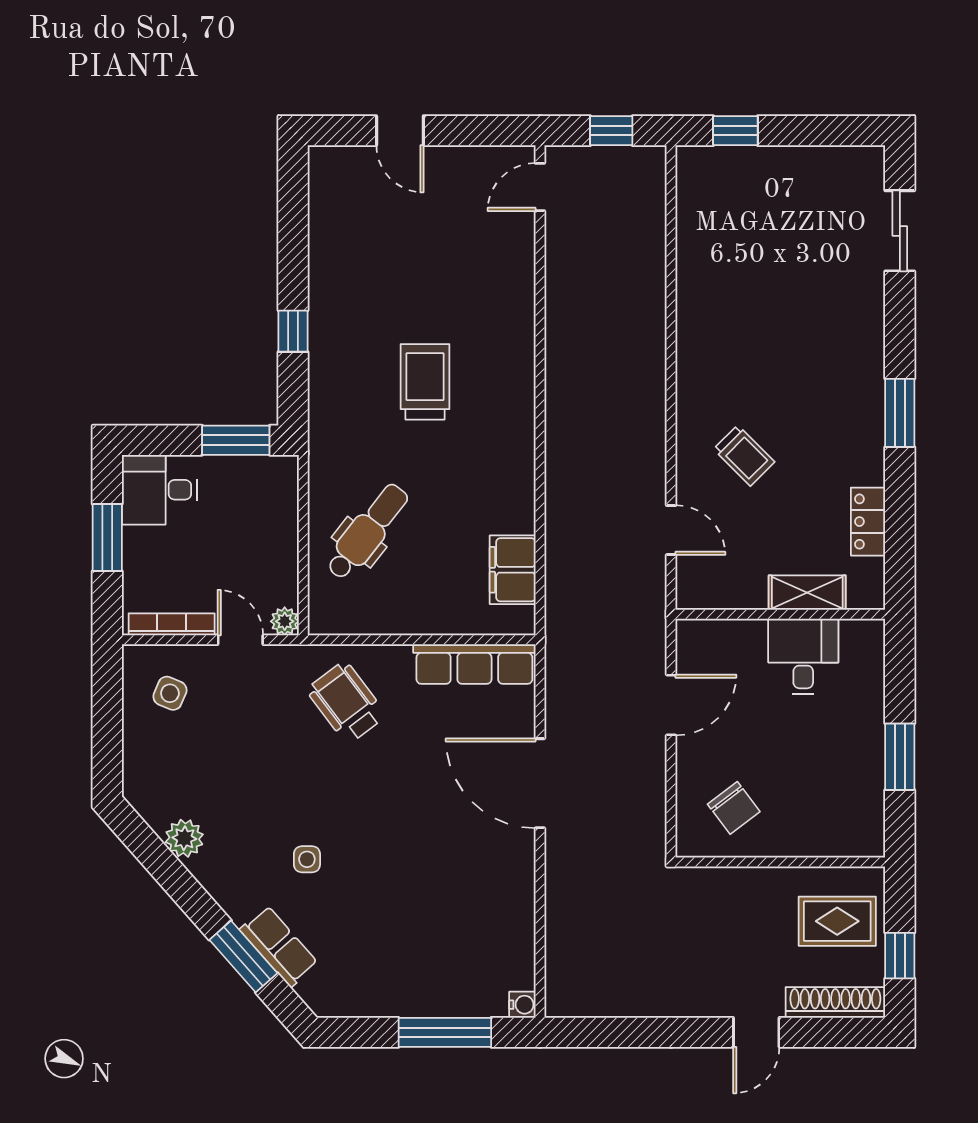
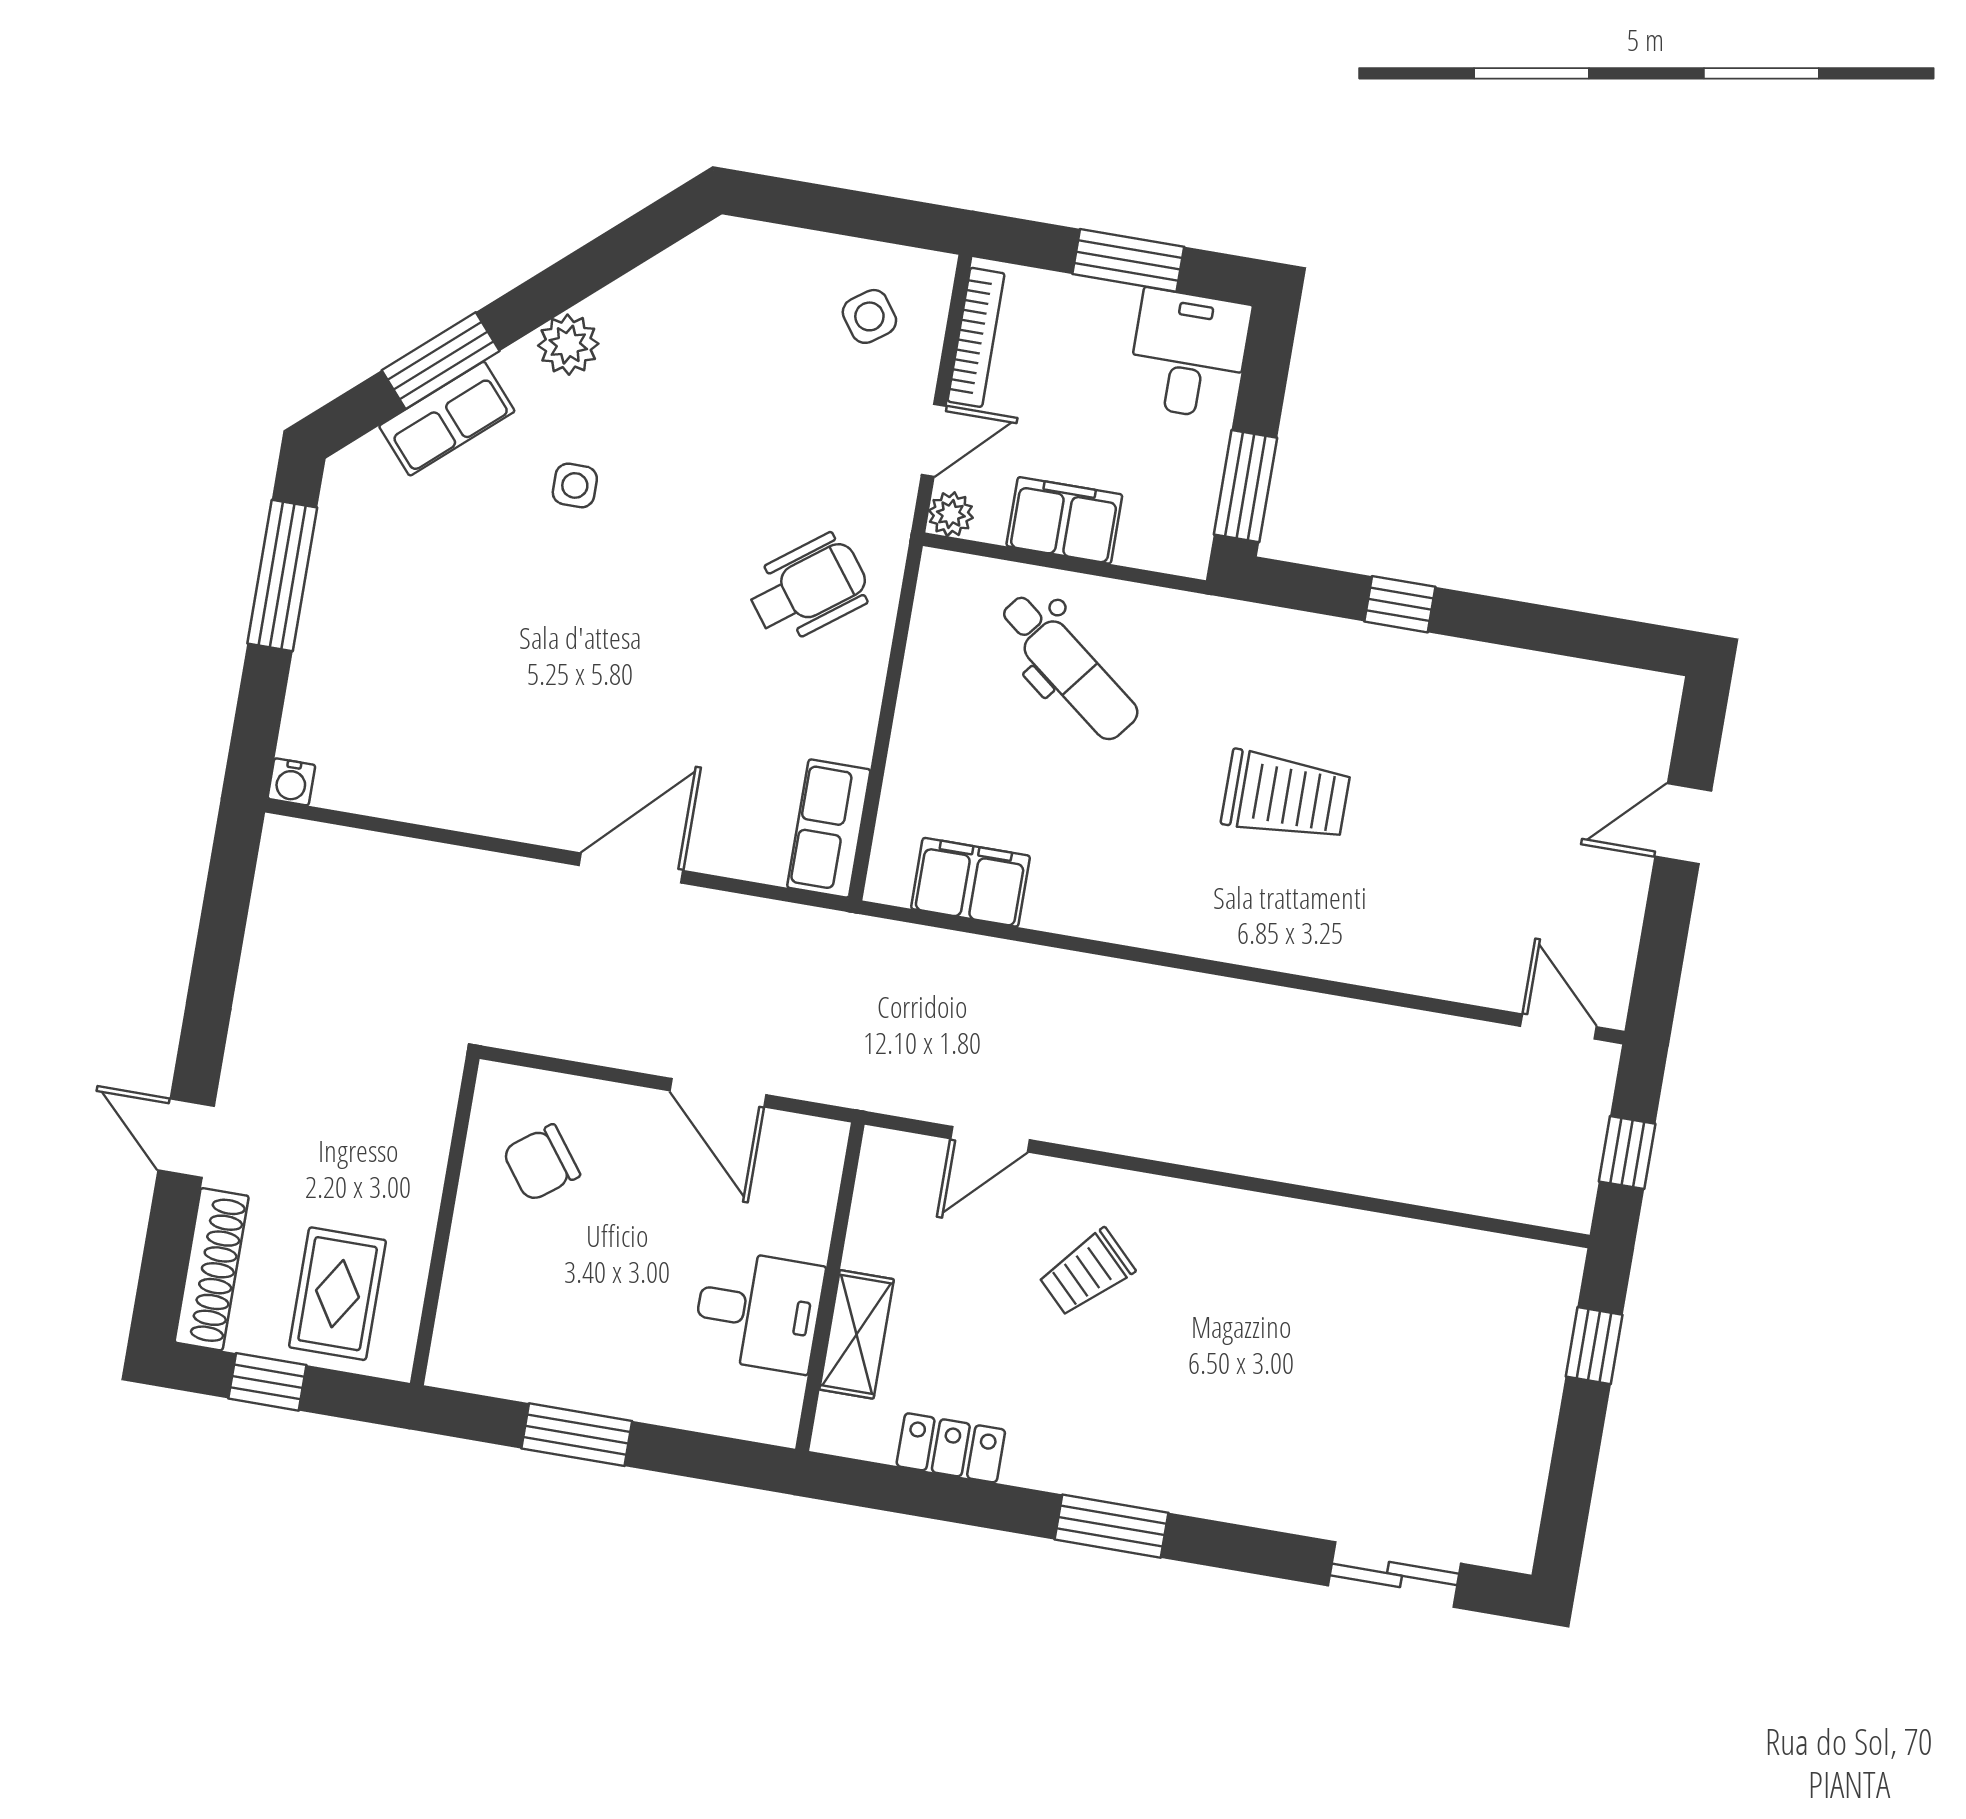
filing cabinet: (276, 550) -> (1064, 520), added
row of seats: (474, 664) -> (829, 829), width x0.68
side table: (170, 693) -> (869, 316), turned 31
door: (540, 783) -> (631, 868), width x0.73
plant: (184, 838) -> (568, 345), moved
window: (445, 1032) -> (282, 576), moved

